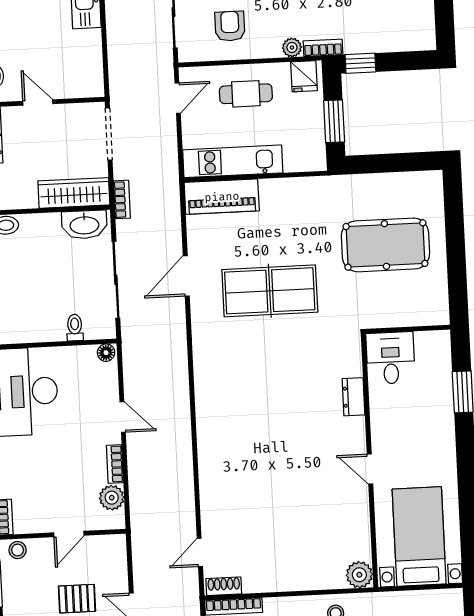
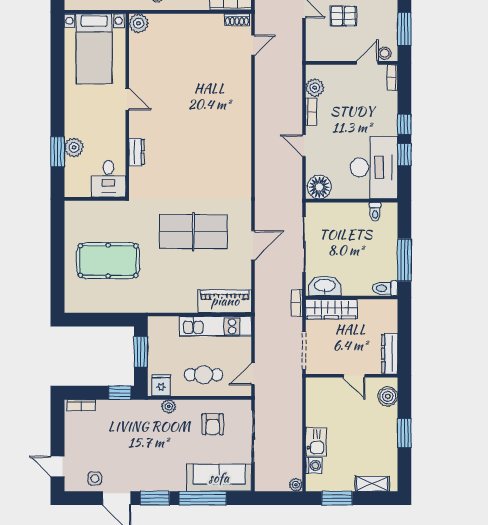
bookcase: (323, 48) -> (81, 405), moved
toilet: (75, 328) -> (375, 212), moved
floor lamp: (106, 353) -> (319, 187), width x1.89, depth x1.89
plant: (440, 399) -> (74, 147), added
door: (69, 534) -> (367, 63), moved

